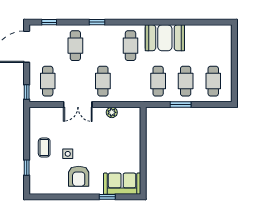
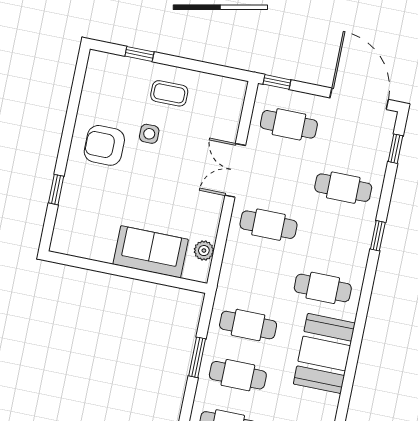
plant: (112, 112) -> (204, 251), moved
sofa: (122, 184) -> (151, 252), moved, turned -90

